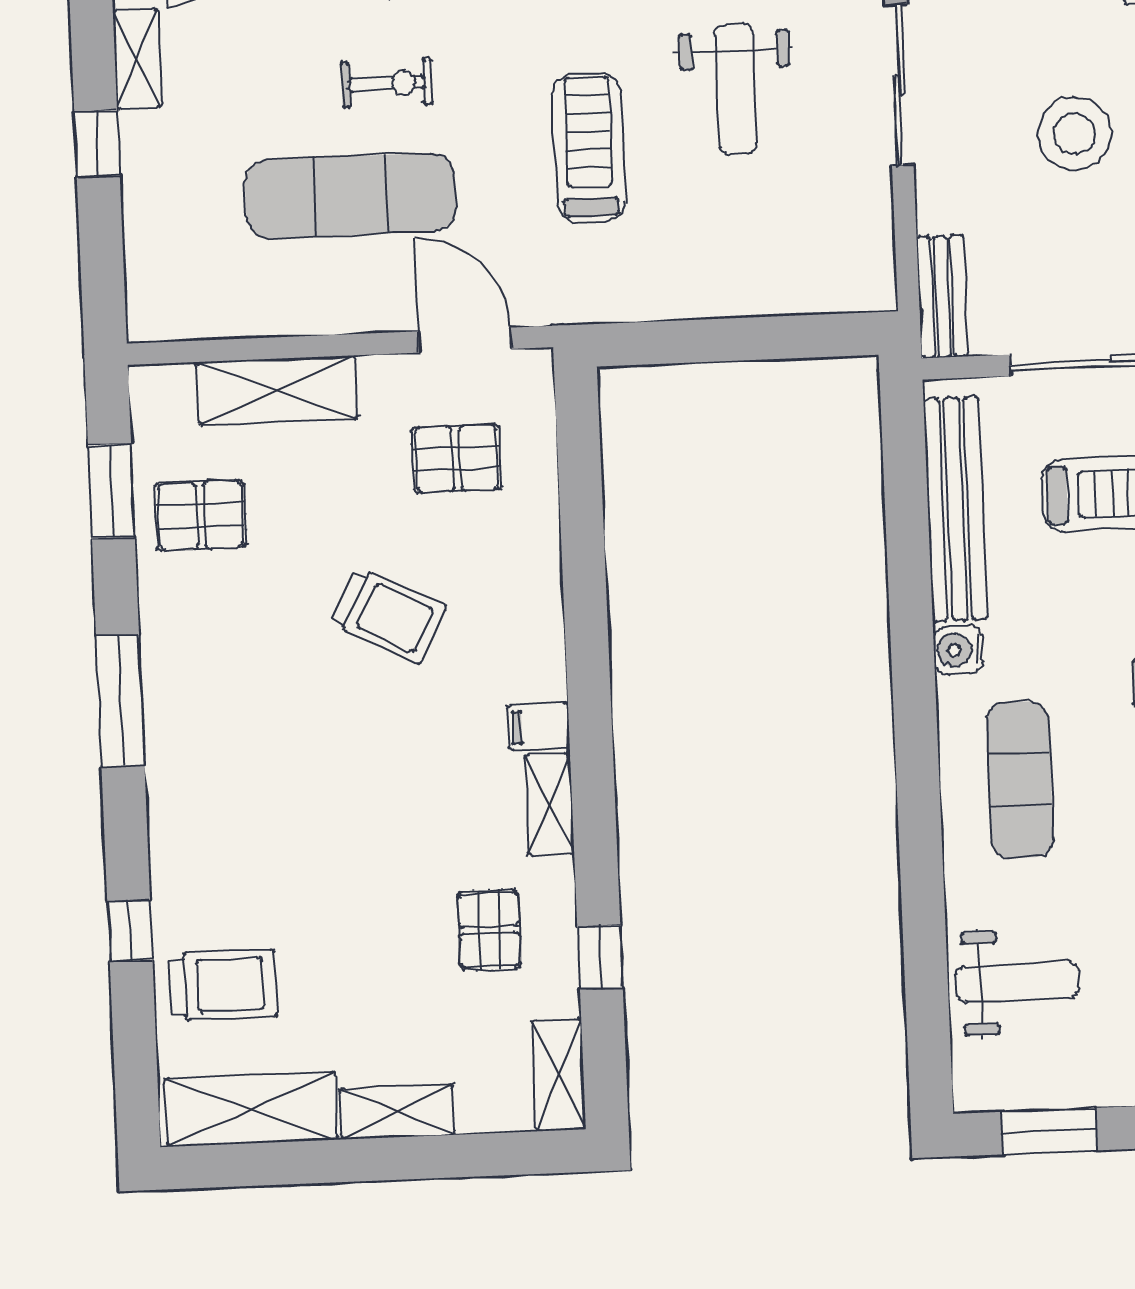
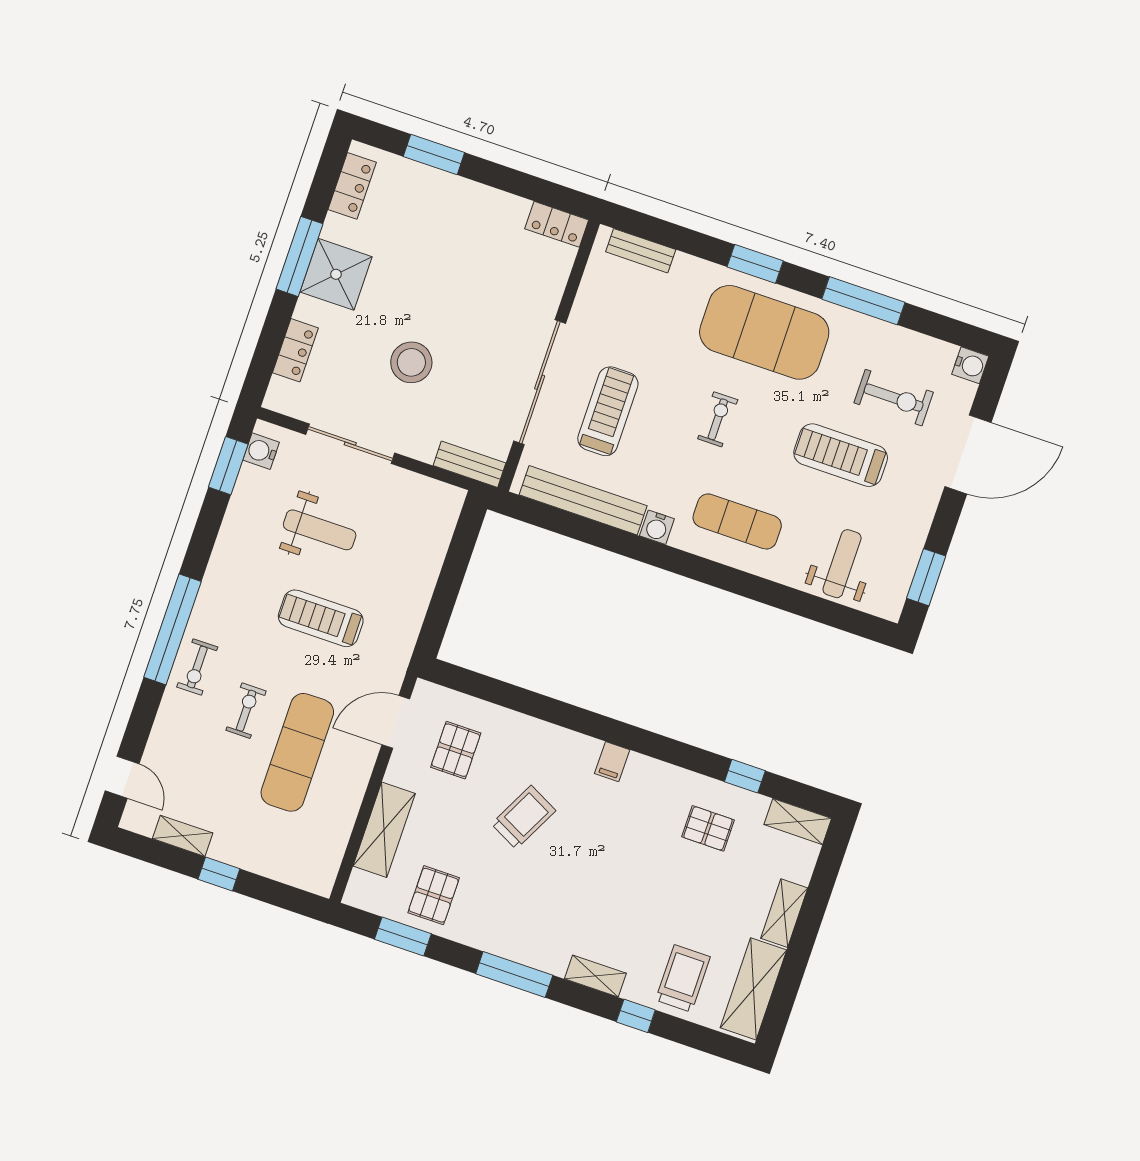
shelving: (549, 804) -> (595, 976), moved

